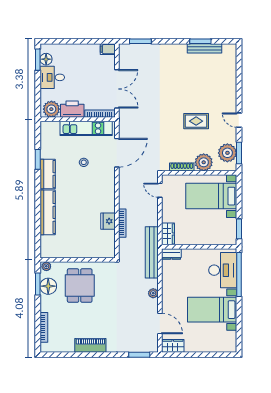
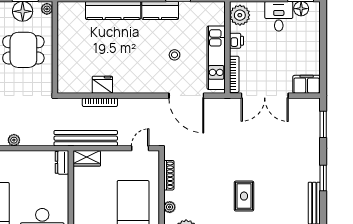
window: (200, 41) -> (323, 178), moved
filing cabinet: (108, 49) -> (307, 84), width x2.00
printer: (72, 109) -> (236, 41), width x0.53, depth x0.68
rug: (196, 121) -> (244, 196), moved
plant: (204, 162) -> (170, 207), width x0.53, depth x0.53
bench: (152, 252) -> (86, 138), moved

